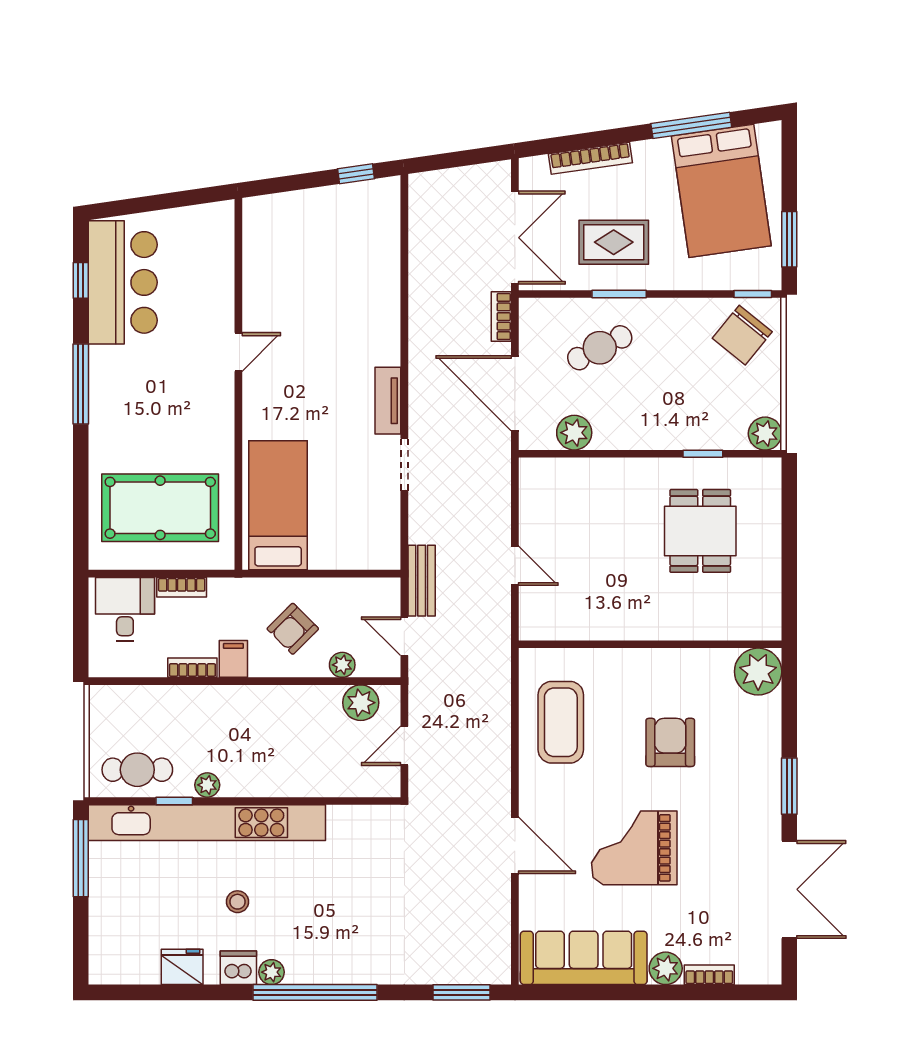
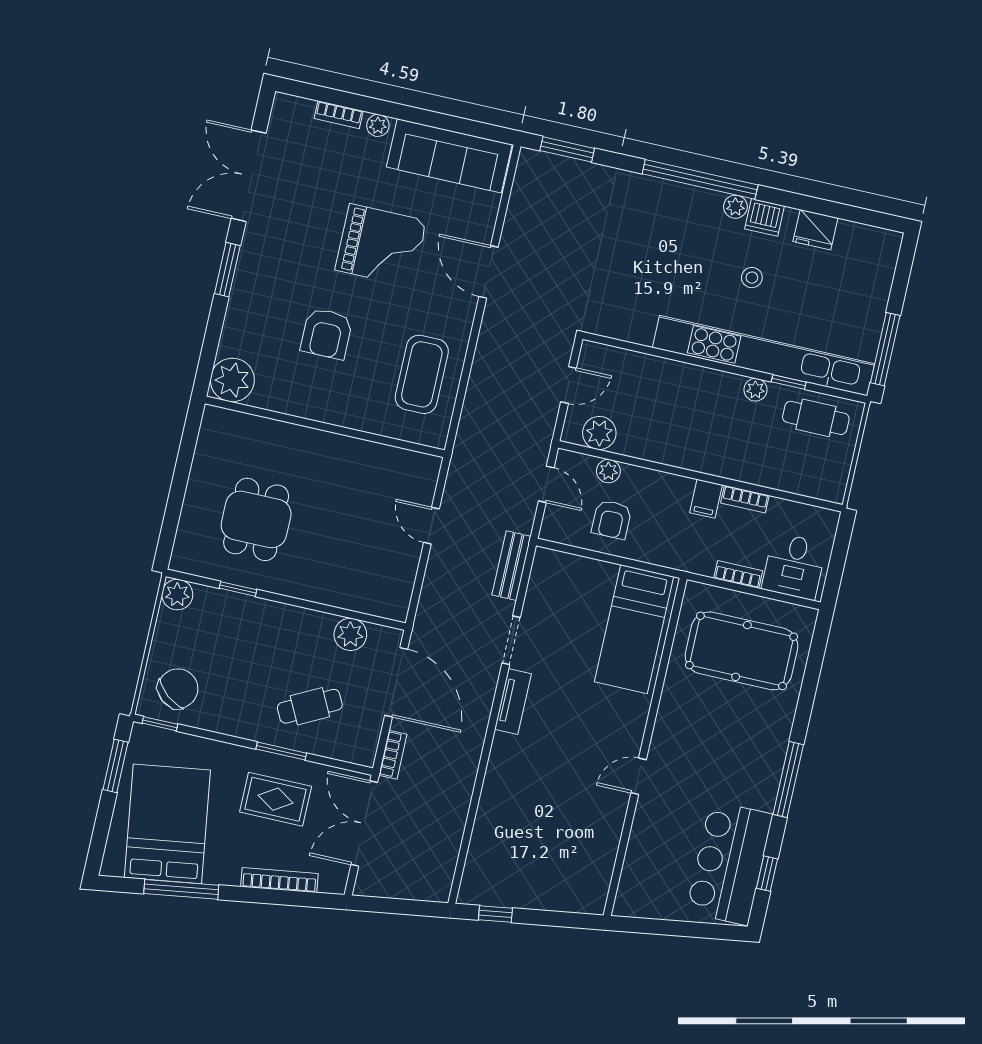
bench: (422, 581) -> (511, 566), moved
armchair: (293, 629) -> (612, 519), moved, turned 135
plant: (666, 968) -> (378, 125), width x0.73, depth x0.73

